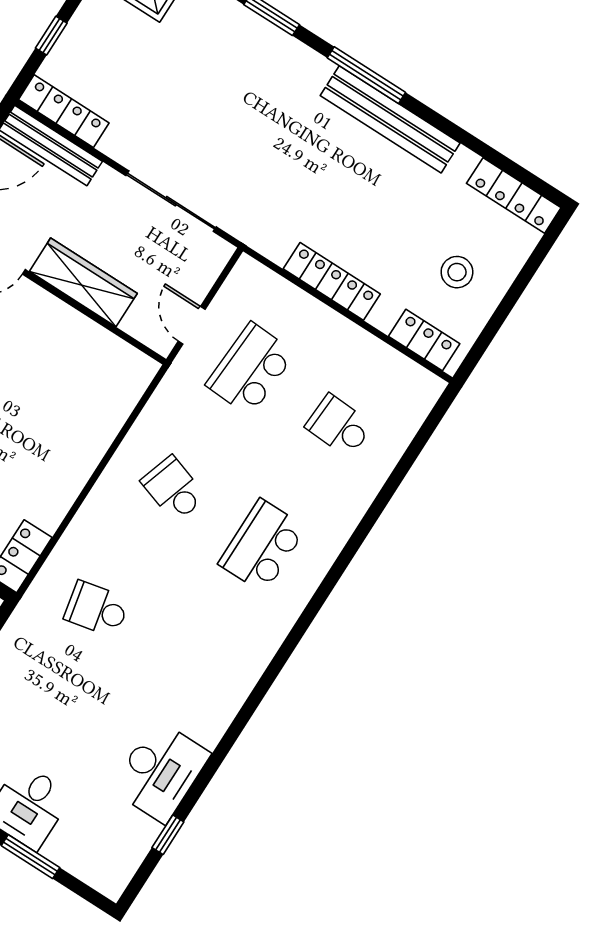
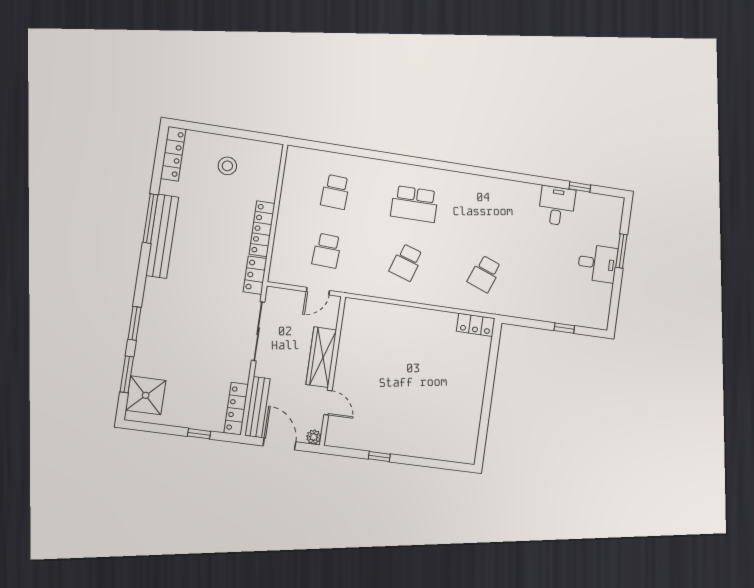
window: (366, 75) -> (150, 219), moved
locker: (424, 340) -> (255, 275), moved
school desk: (250, 369) -> (327, 251), width x0.54
school desk: (97, 609) -> (484, 274), turned 33
desk: (160, 771) -> (557, 206), width x0.73

